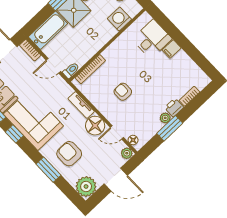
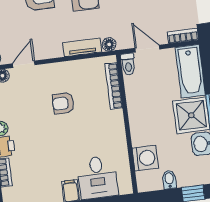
door: (53, 66) -> (147, 49), hinge flipped
armchair: (123, 92) -> (63, 103), turned 180
floor lamp: (95, 126) -> (109, 44), moved, width x0.53, depth x0.53

